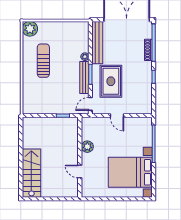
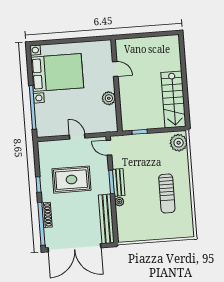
plant: (30, 29) -> (179, 143), moved
bench: (84, 78) -> (119, 182), width x0.73
rug: (111, 81) -> (71, 180), moved, turned 90
door: (90, 104) -> (109, 148), swing flipped
stairs: (31, 173) -> (173, 99), moved

